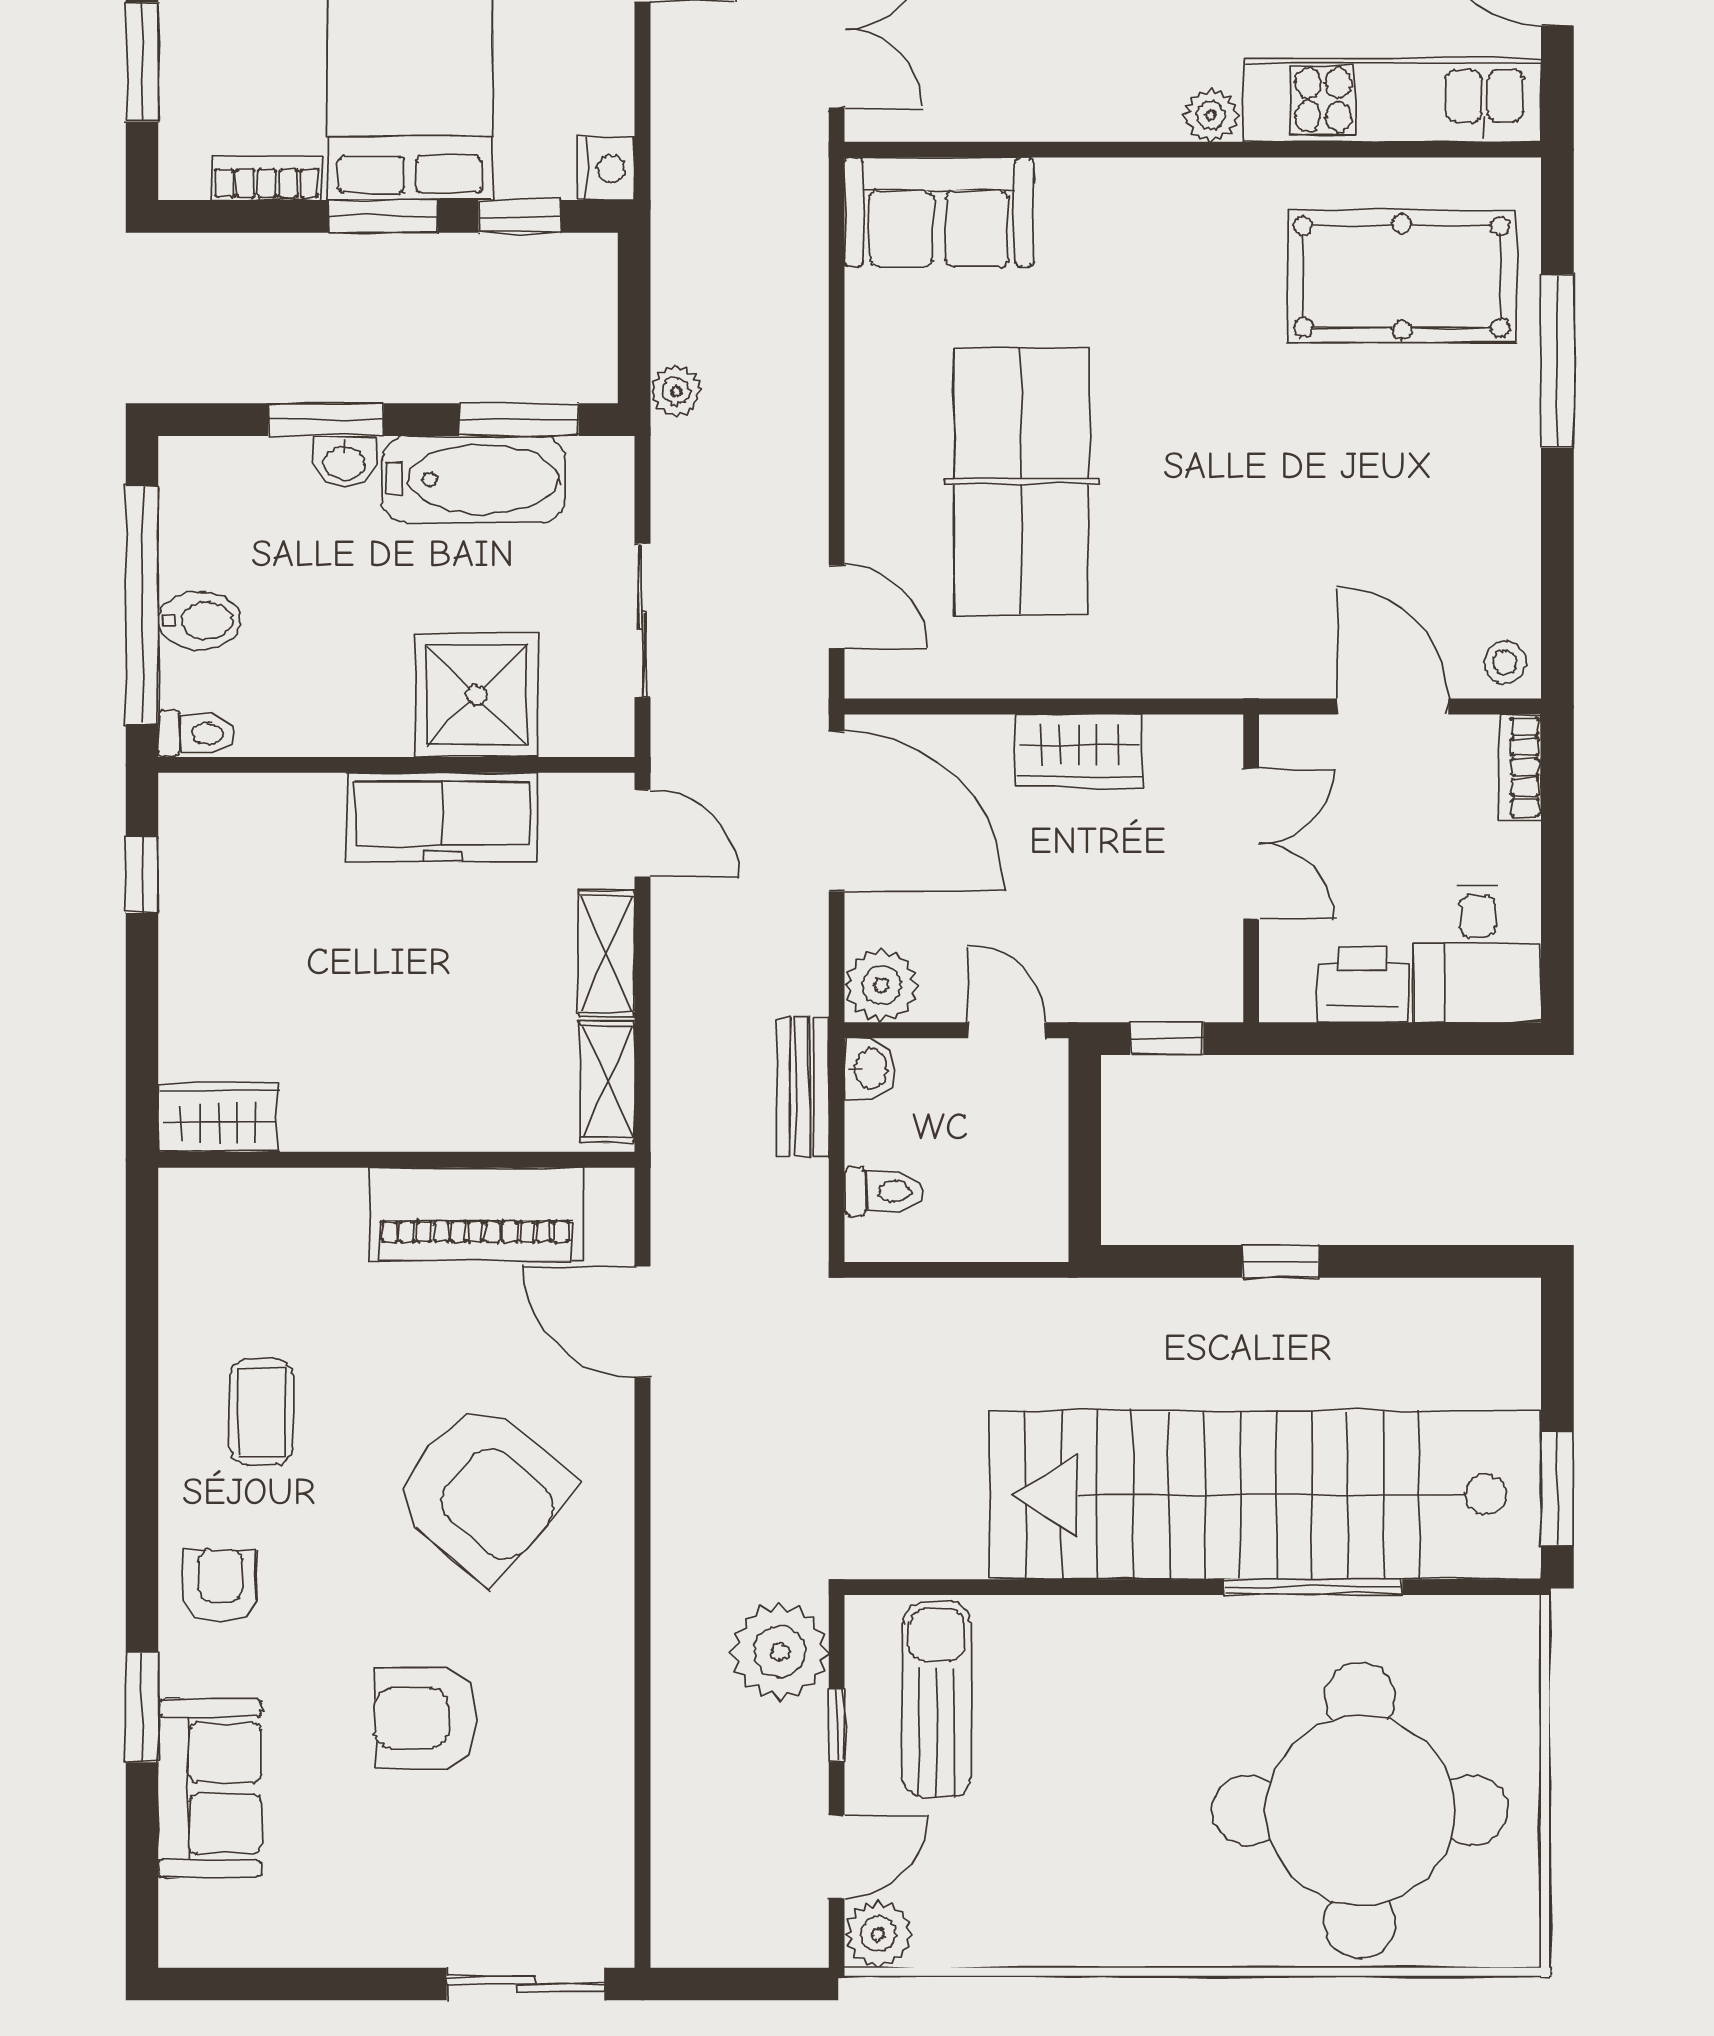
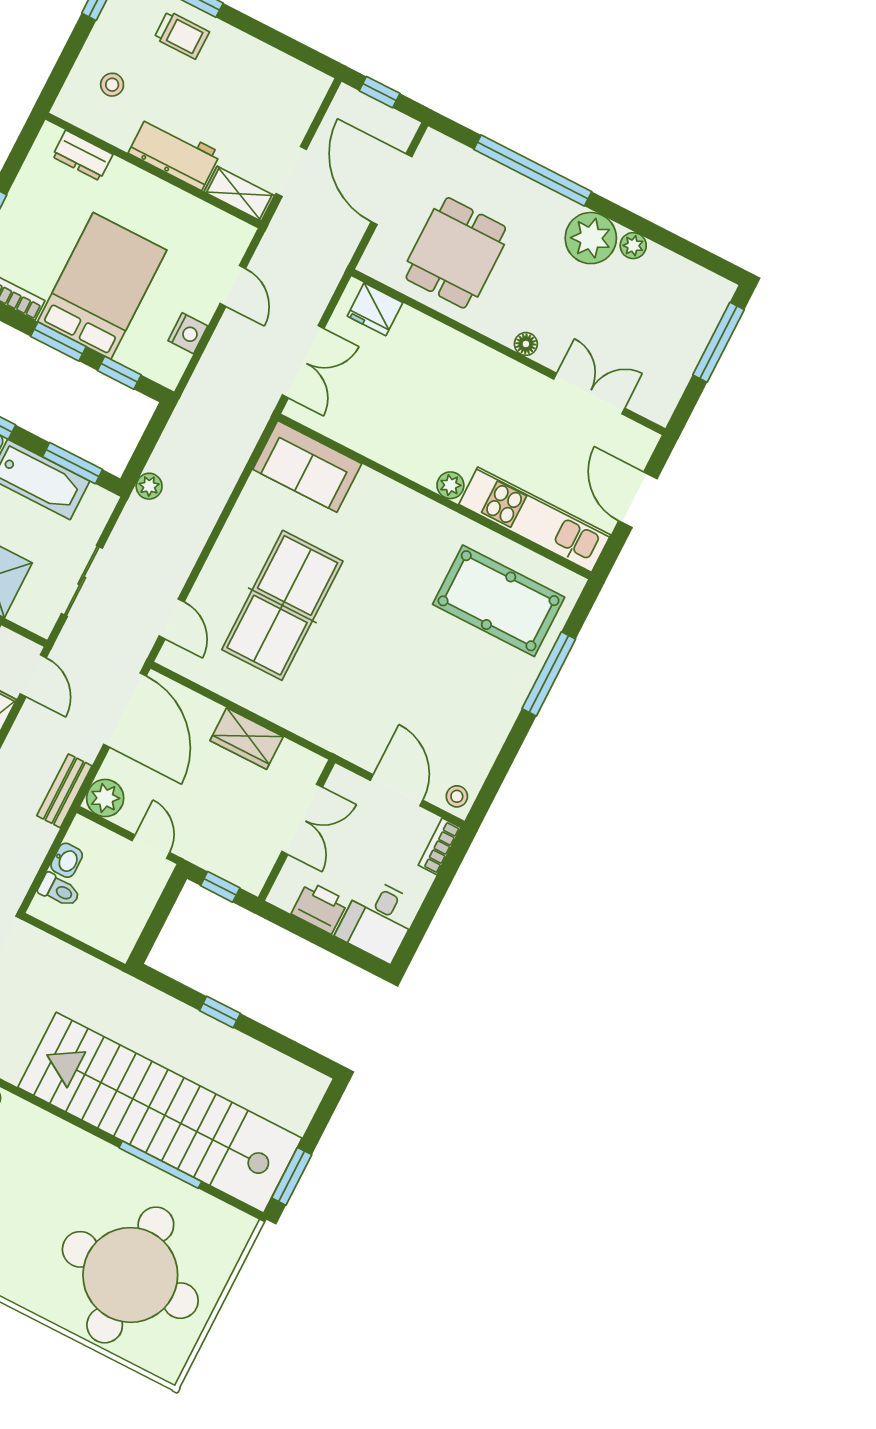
nightstand: (606, 169) -> (188, 333), moved
washbasin: (870, 1069) -> (67, 860), moved
bench: (802, 1087) -> (64, 791), moved

